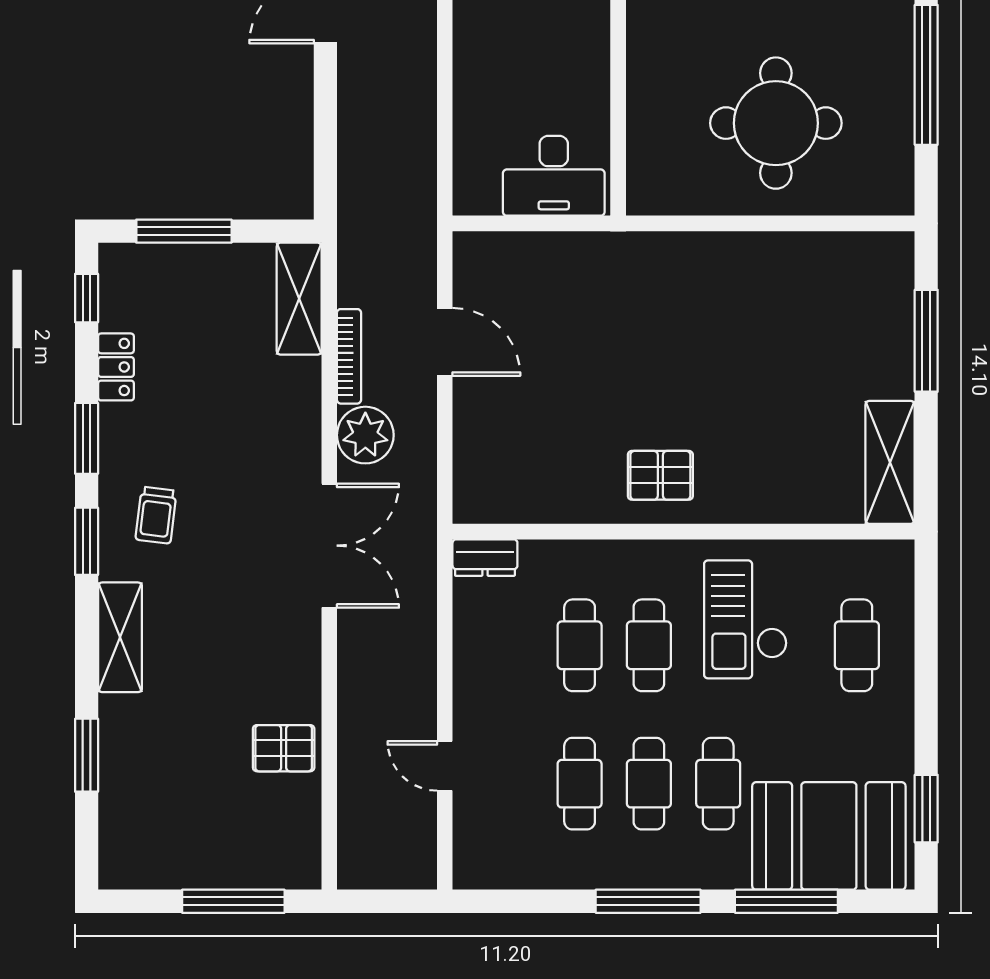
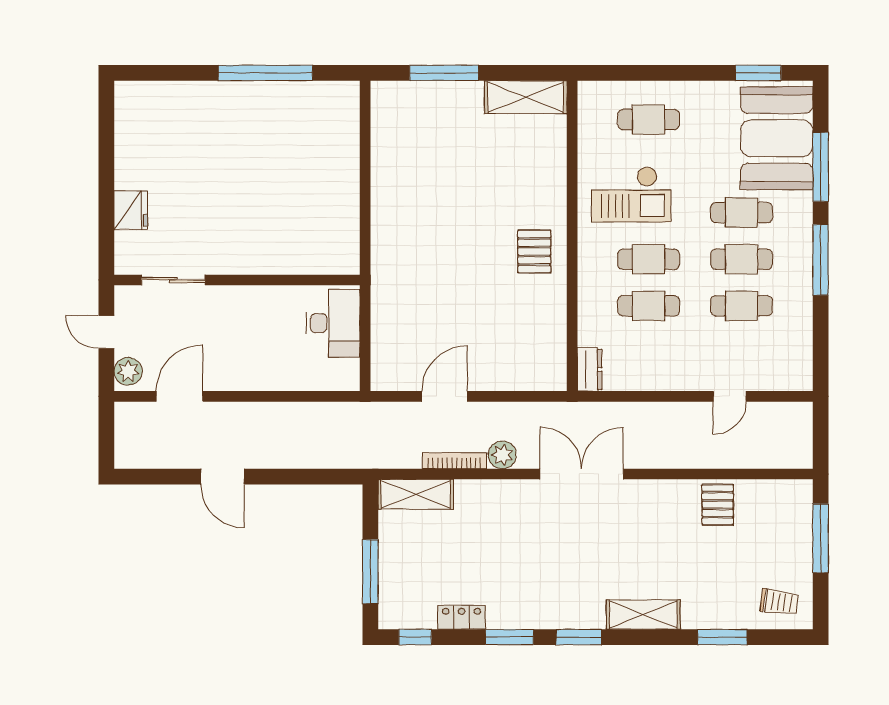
round table: (776, 123) -> (298, 174), removed
plant: (365, 435) -> (502, 455), width x0.73, depth x0.73
trolley: (156, 515) -> (779, 602), moved

